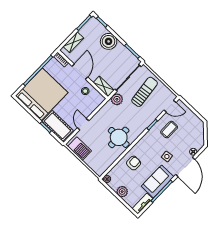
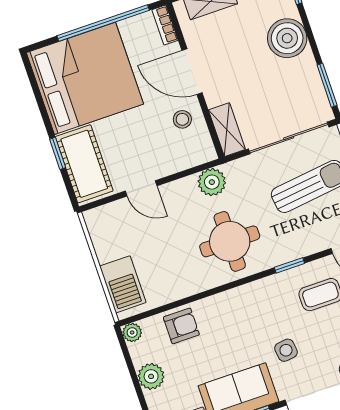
door: (80, 72) -> (192, 72), swing flipped
plant: (117, 99) -> (212, 182), moved
door: (83, 124) -> (141, 188), swing flipped
round table: (119, 137) -> (230, 241), moved
barbecue: (80, 149) -> (123, 284), moved
armchair: (134, 163) -> (181, 326), moved

